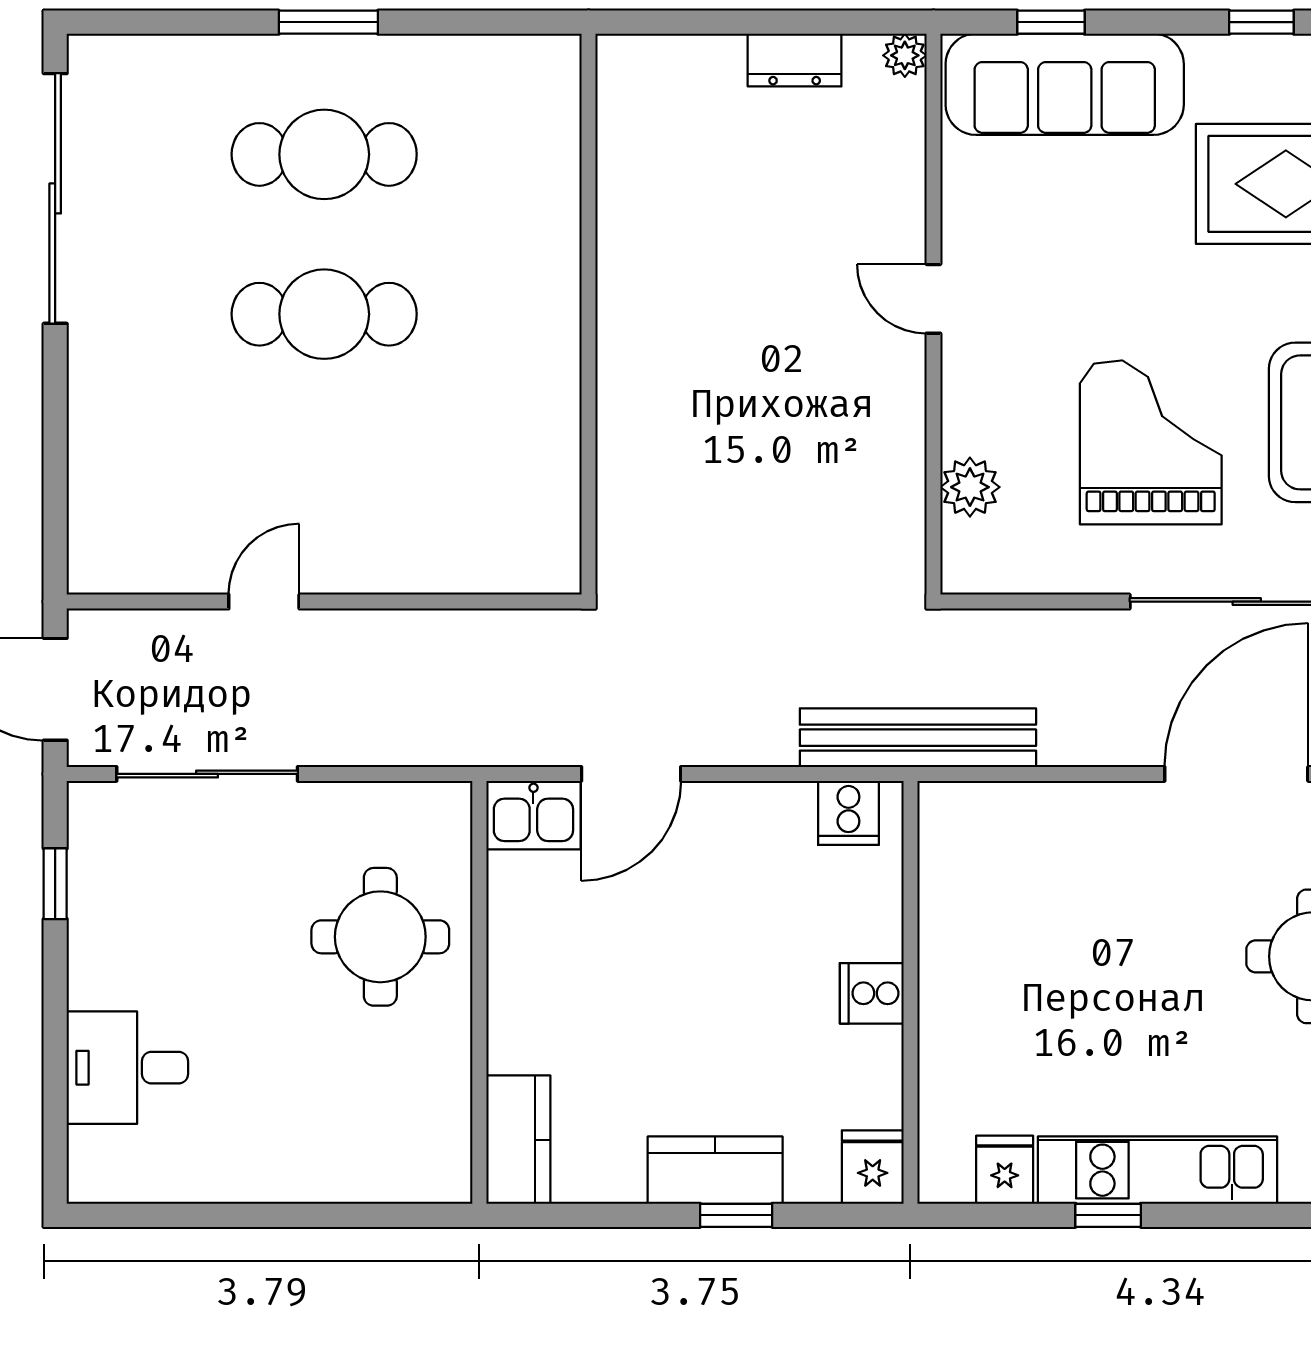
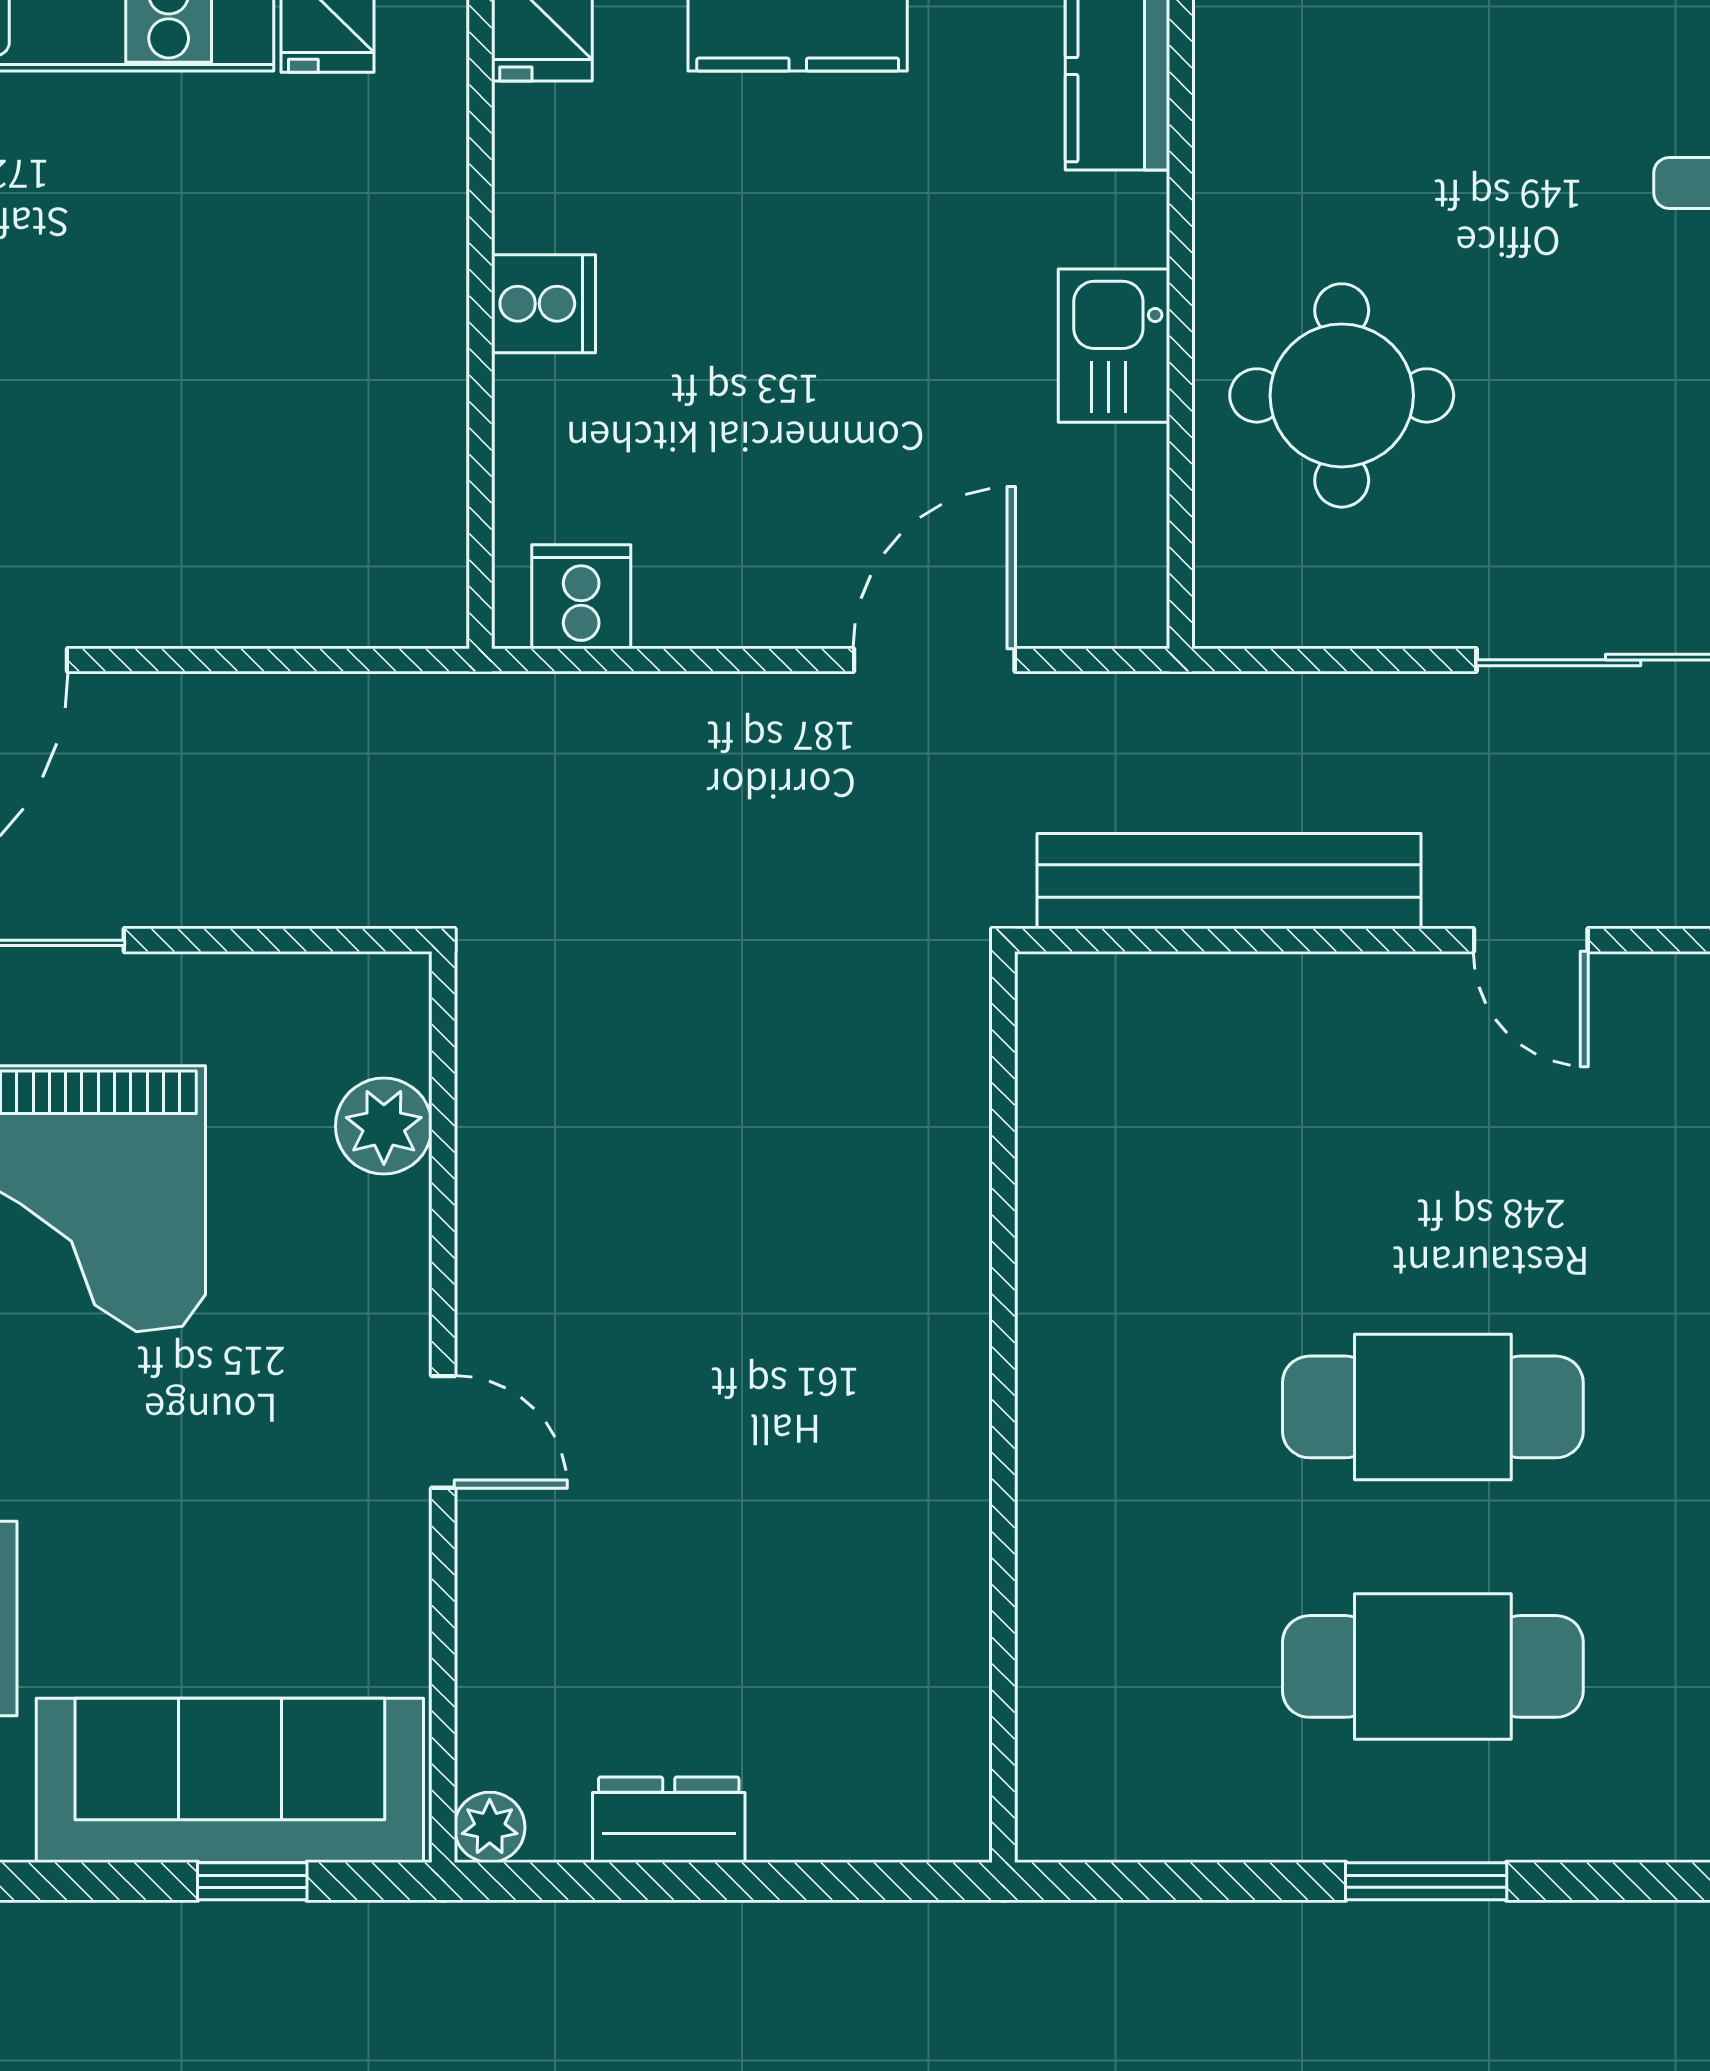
door: (264, 602) -> (1531, 940), hinge flipped
bench: (918, 738) -> (1229, 881), moved
kitchen sink: (533, 815) -> (1114, 346), moved, turned -90

